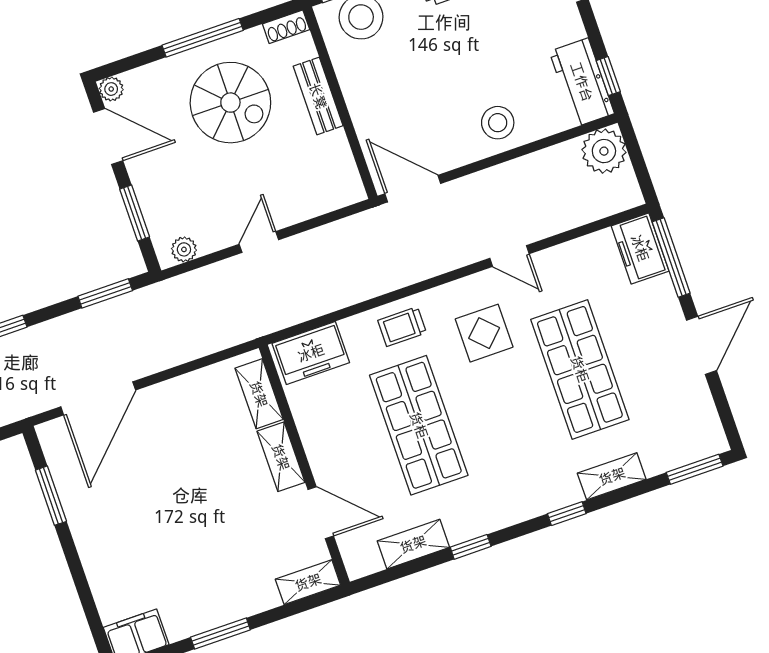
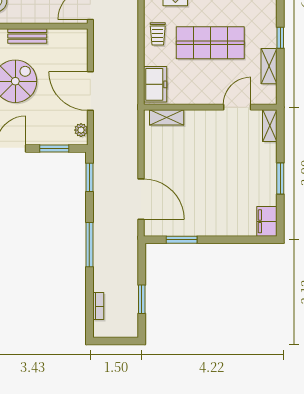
door: (259, 242) -> (90, 91), width x1.88
shelving: (281, 457) -> (202, 117), removed

